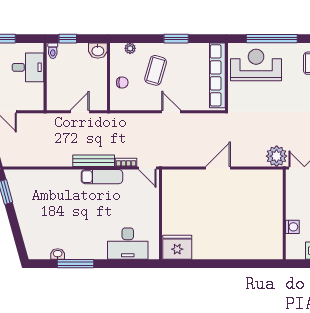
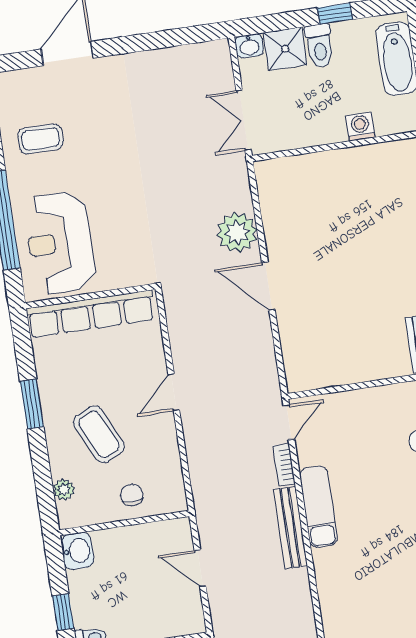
coffee table: (156, 70) -> (99, 434), turned 49
plant: (277, 156) -> (237, 232), moved

